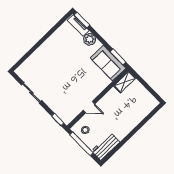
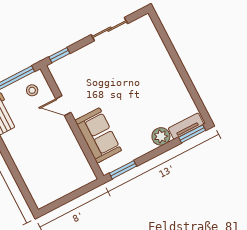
sofa: (108, 63) -> (98, 135), moved, turned 90
shelving: (125, 82) -> (84, 168), removed
door: (89, 107) -> (63, 106), hinge flipped

